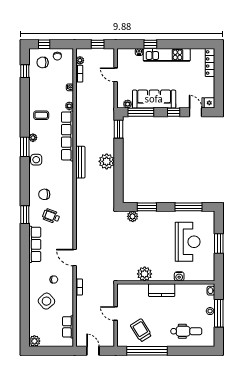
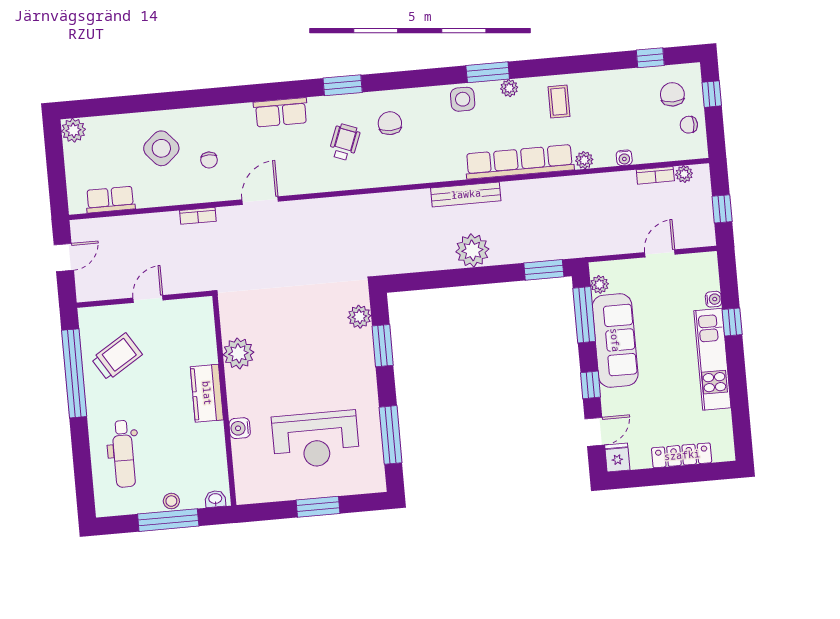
locker: (210, 62) -> (682, 455), moved
row of seats: (35, 244) -> (281, 112), width x0.68

